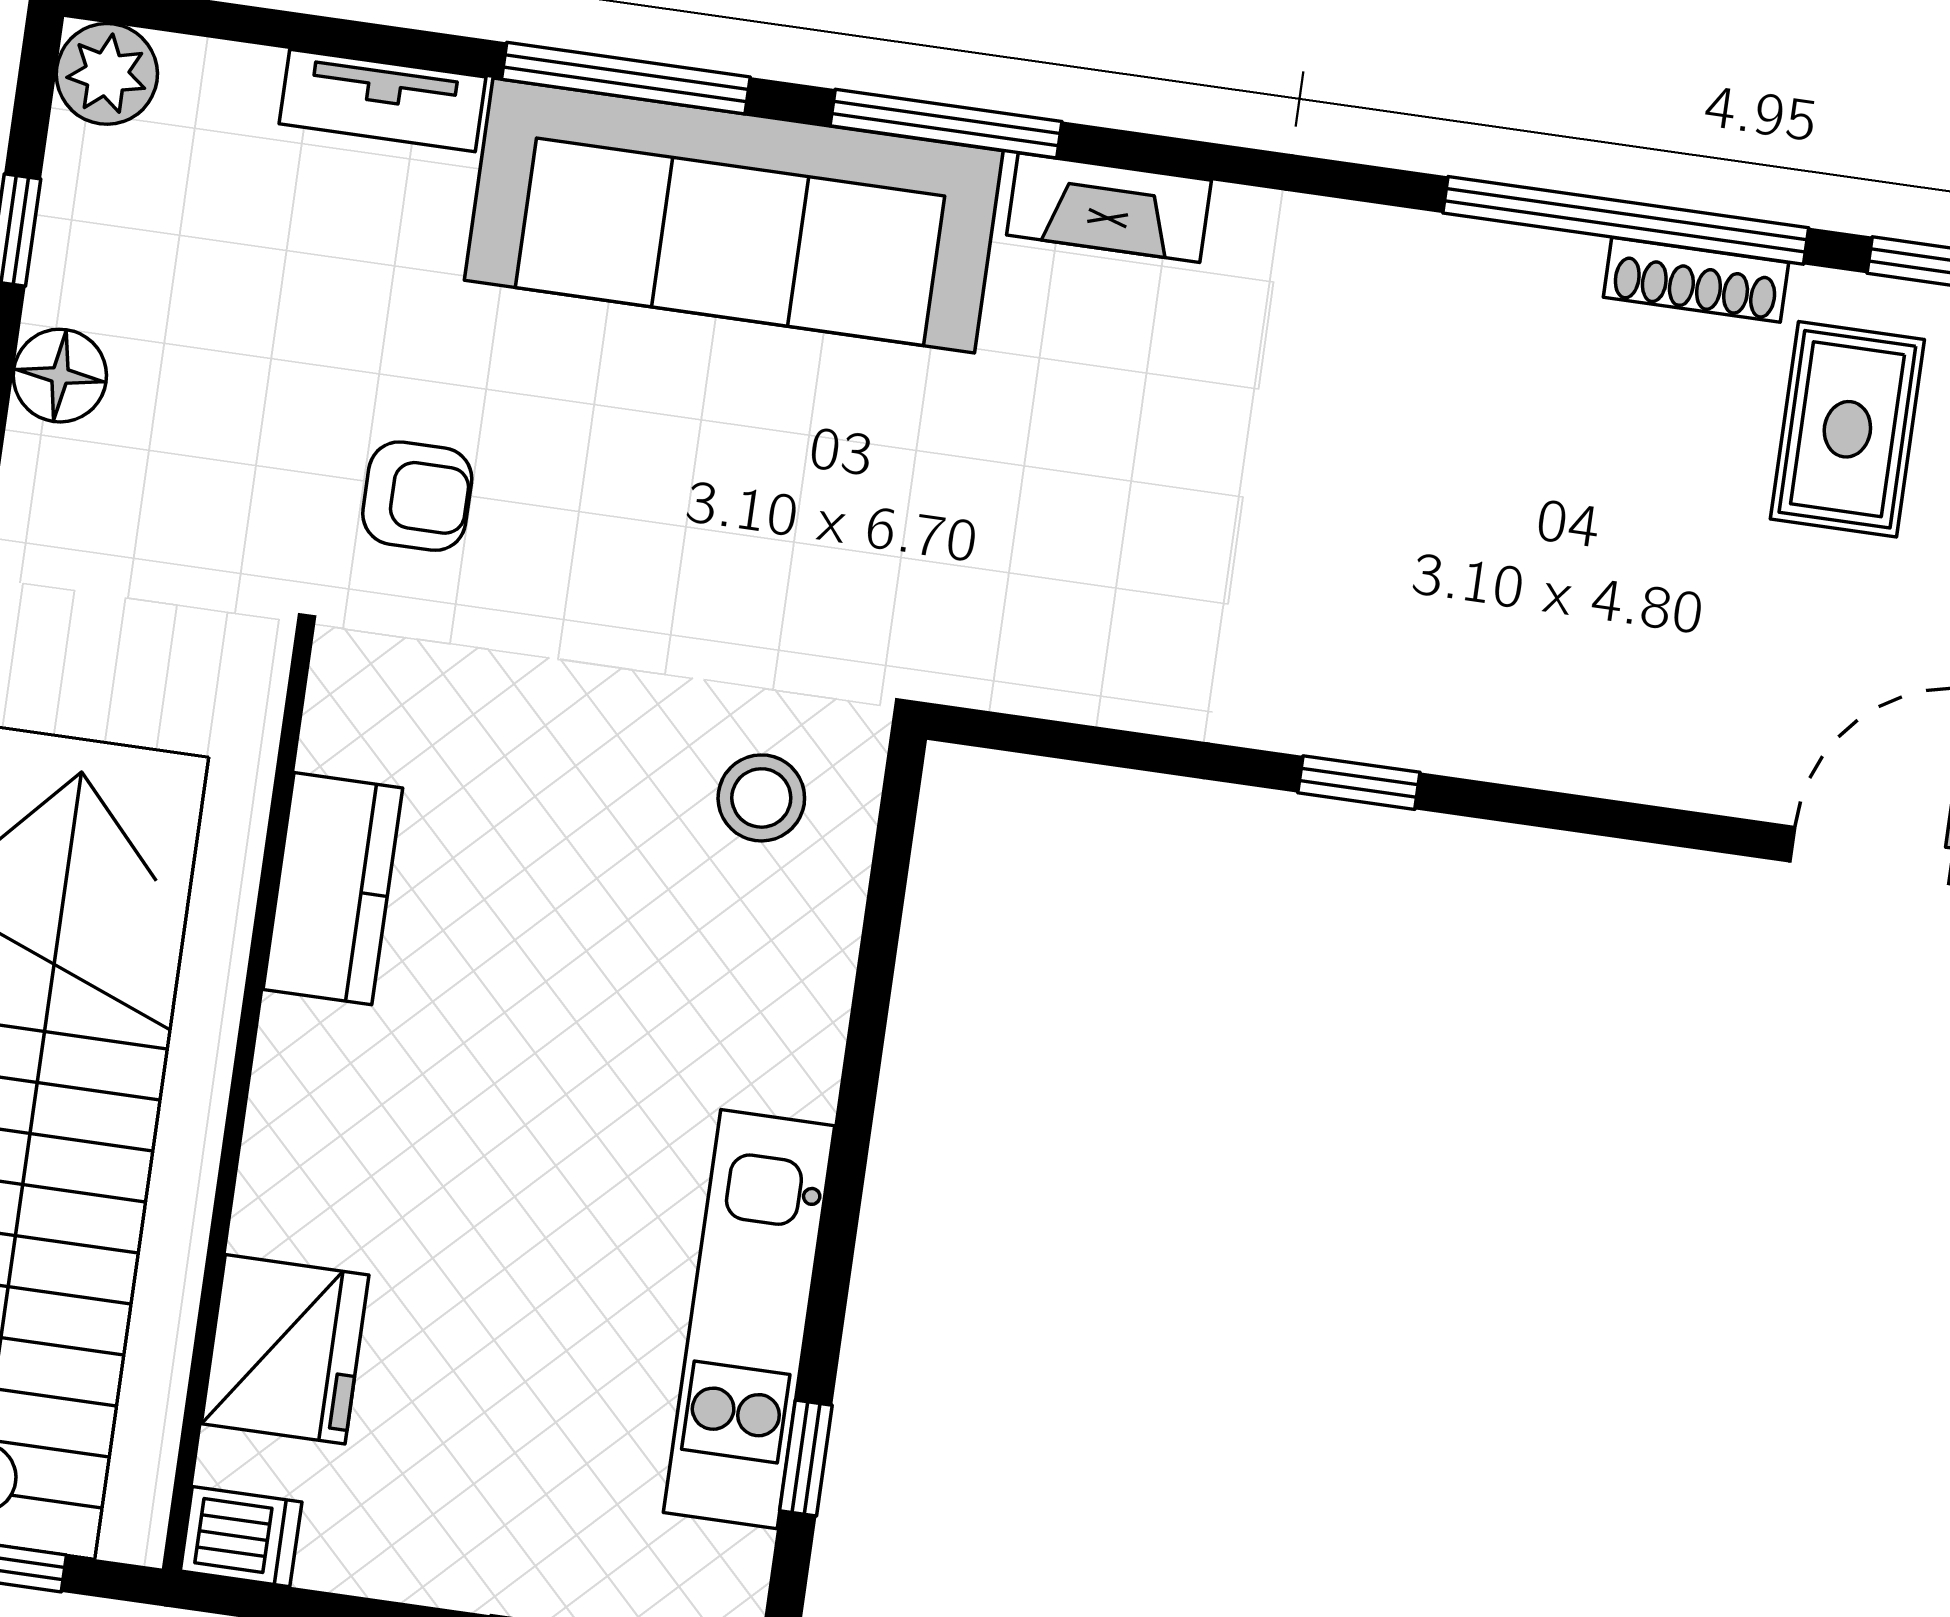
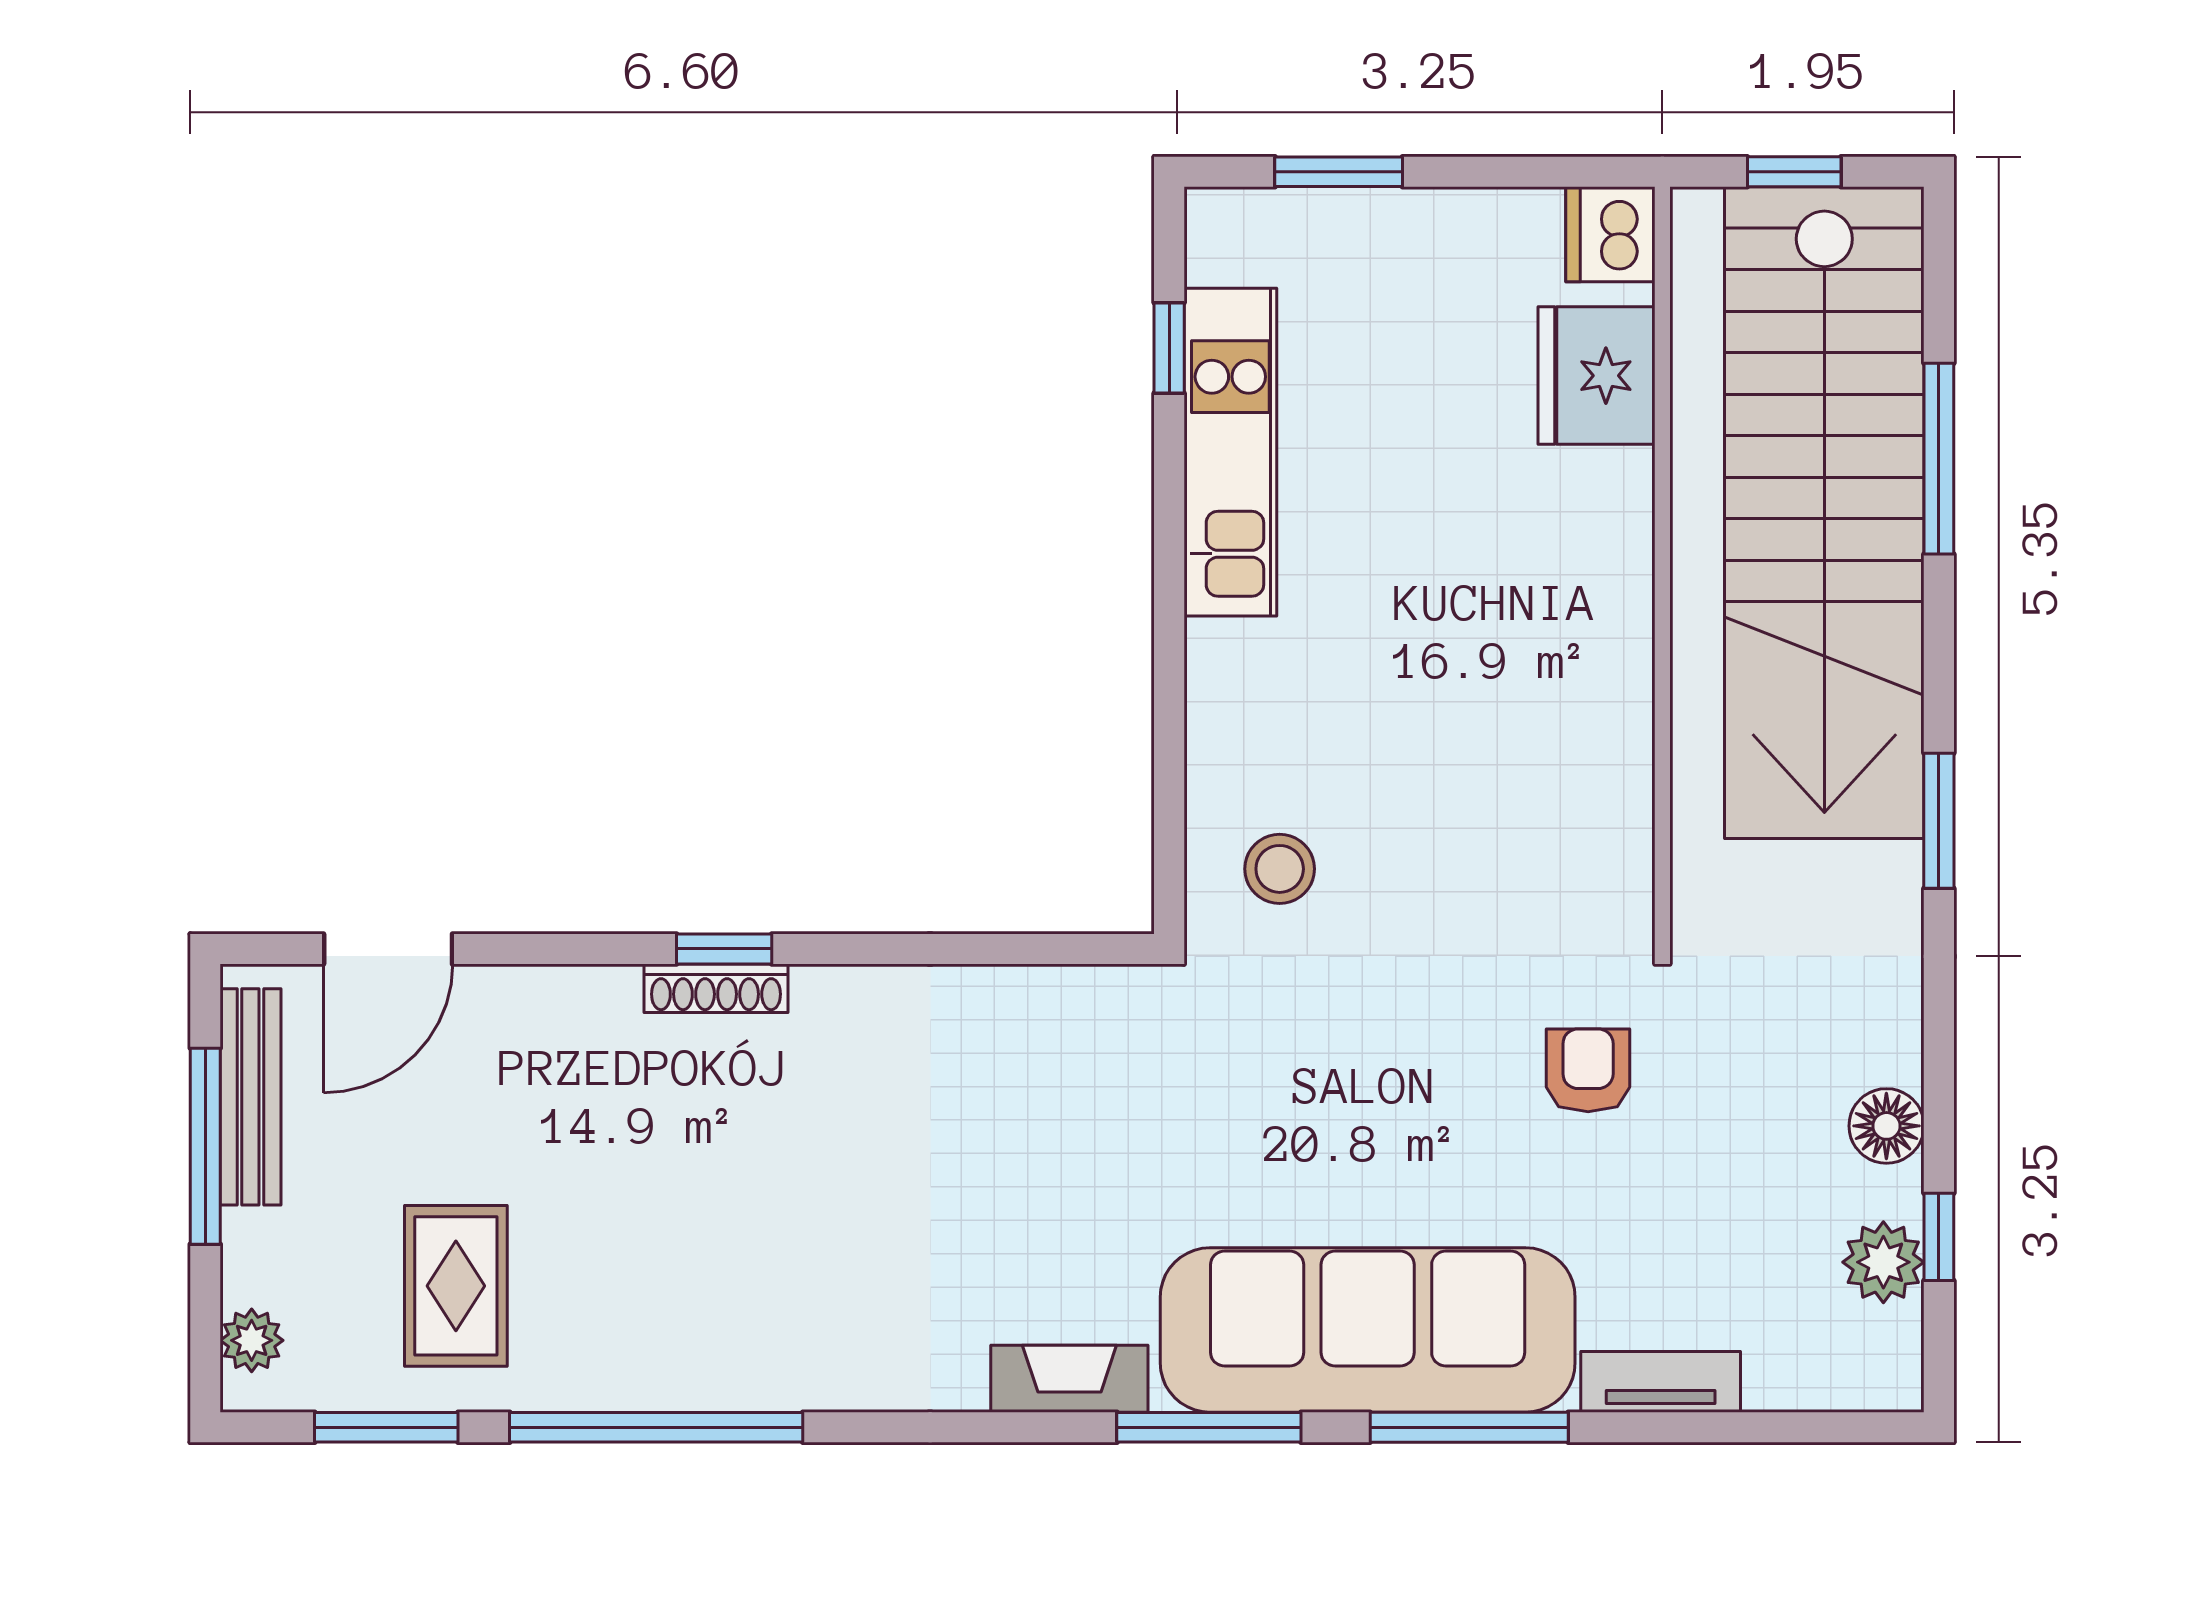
plant: (107, 74) -> (1883, 1262), moved
shoe rack: (1696, 280) -> (716, 988), moved, turned 180
armchair: (417, 496) -> (1588, 1070), turned 90
window: (1359, 783) -> (724, 949), moved
kitchen counter: (333, 889) -> (1611, 748), removed
dishwasher: (241, 1537) -> (1610, 234), width x1.38

